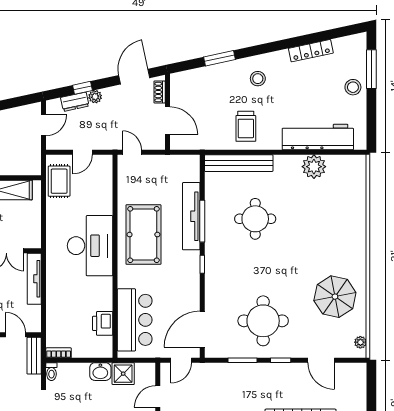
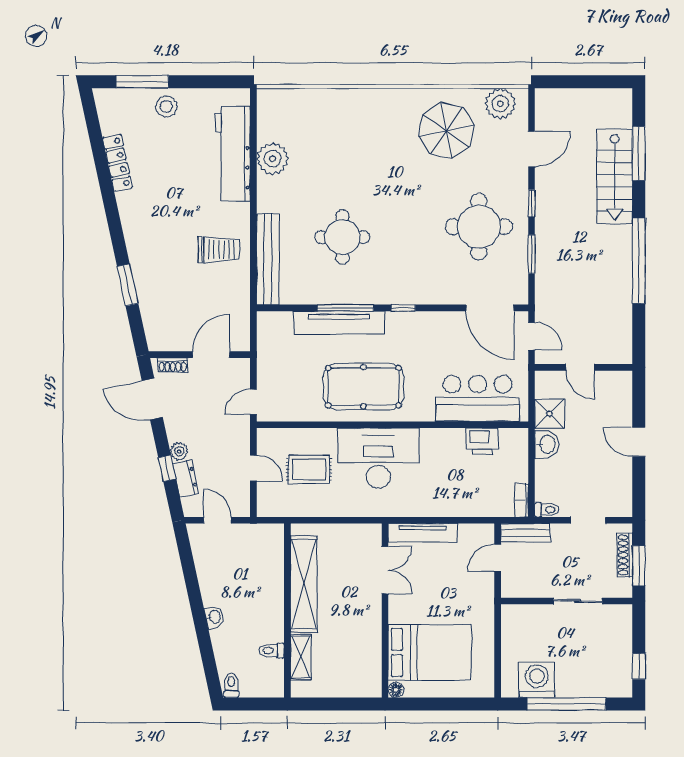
stool: (258, 79) -> (155, 234), removed
rug: (59, 181) -> (309, 469), moved
plant: (360, 342) -> (500, 104), width x1.87, depth x1.87

